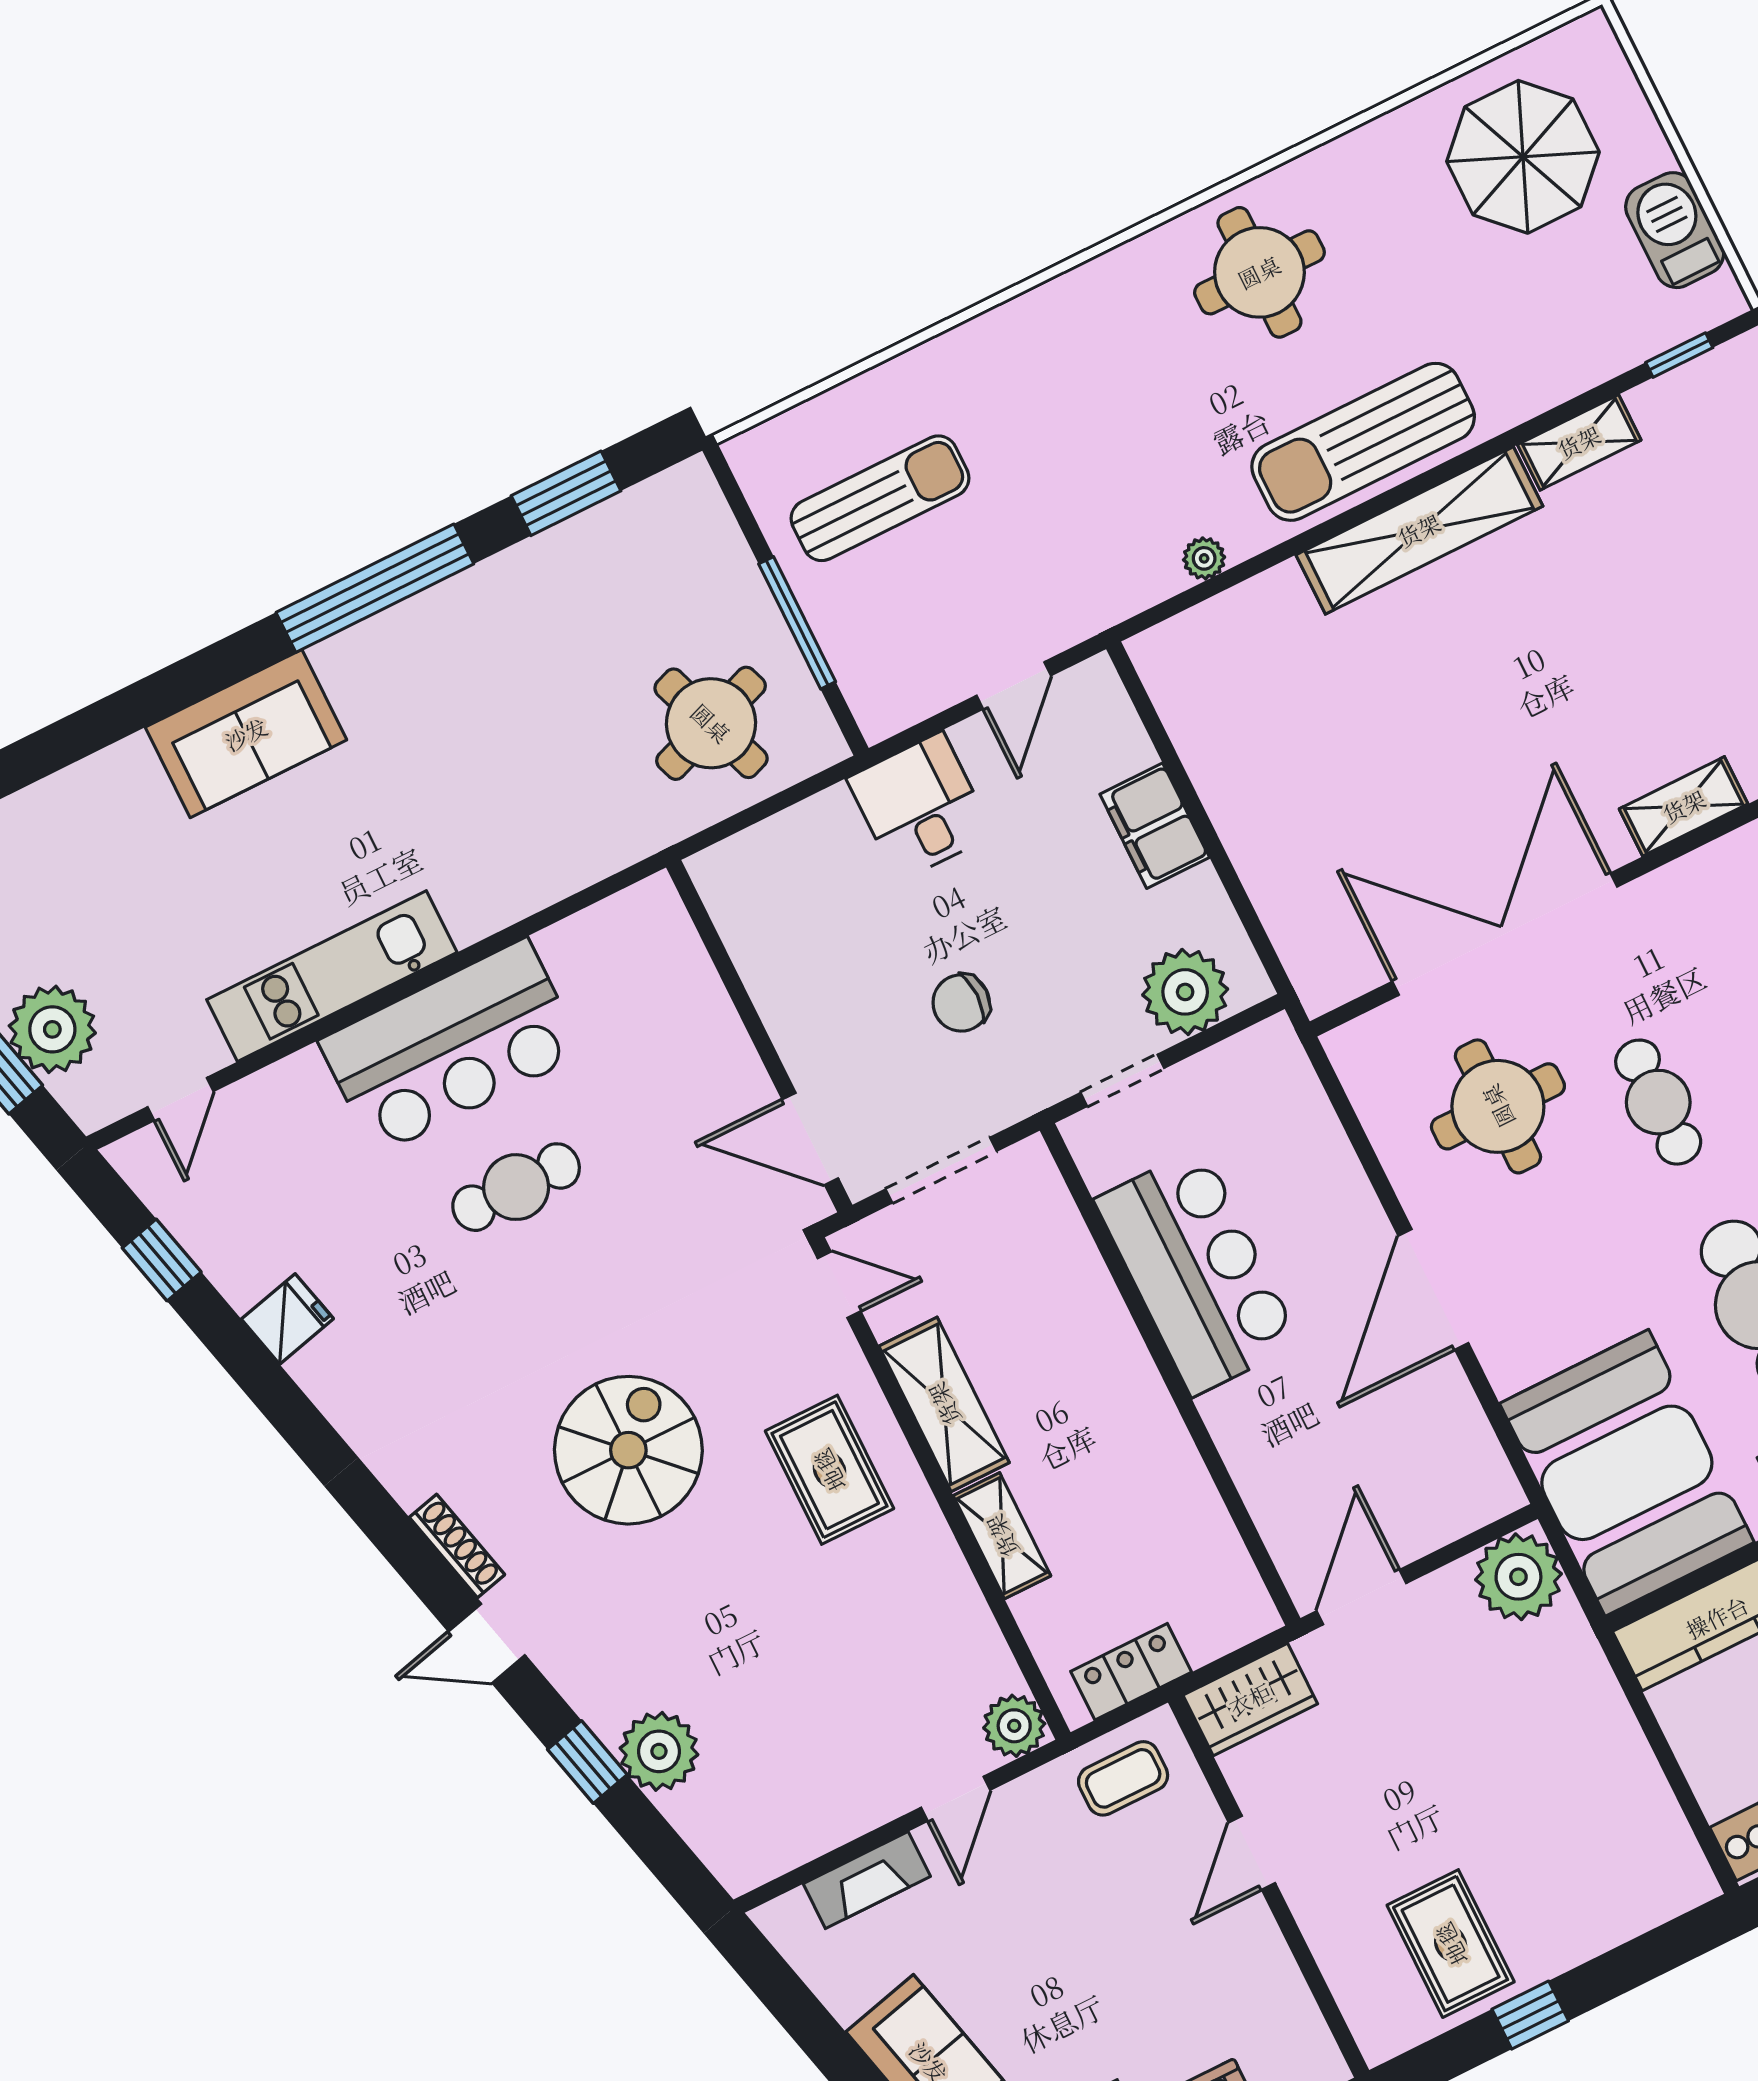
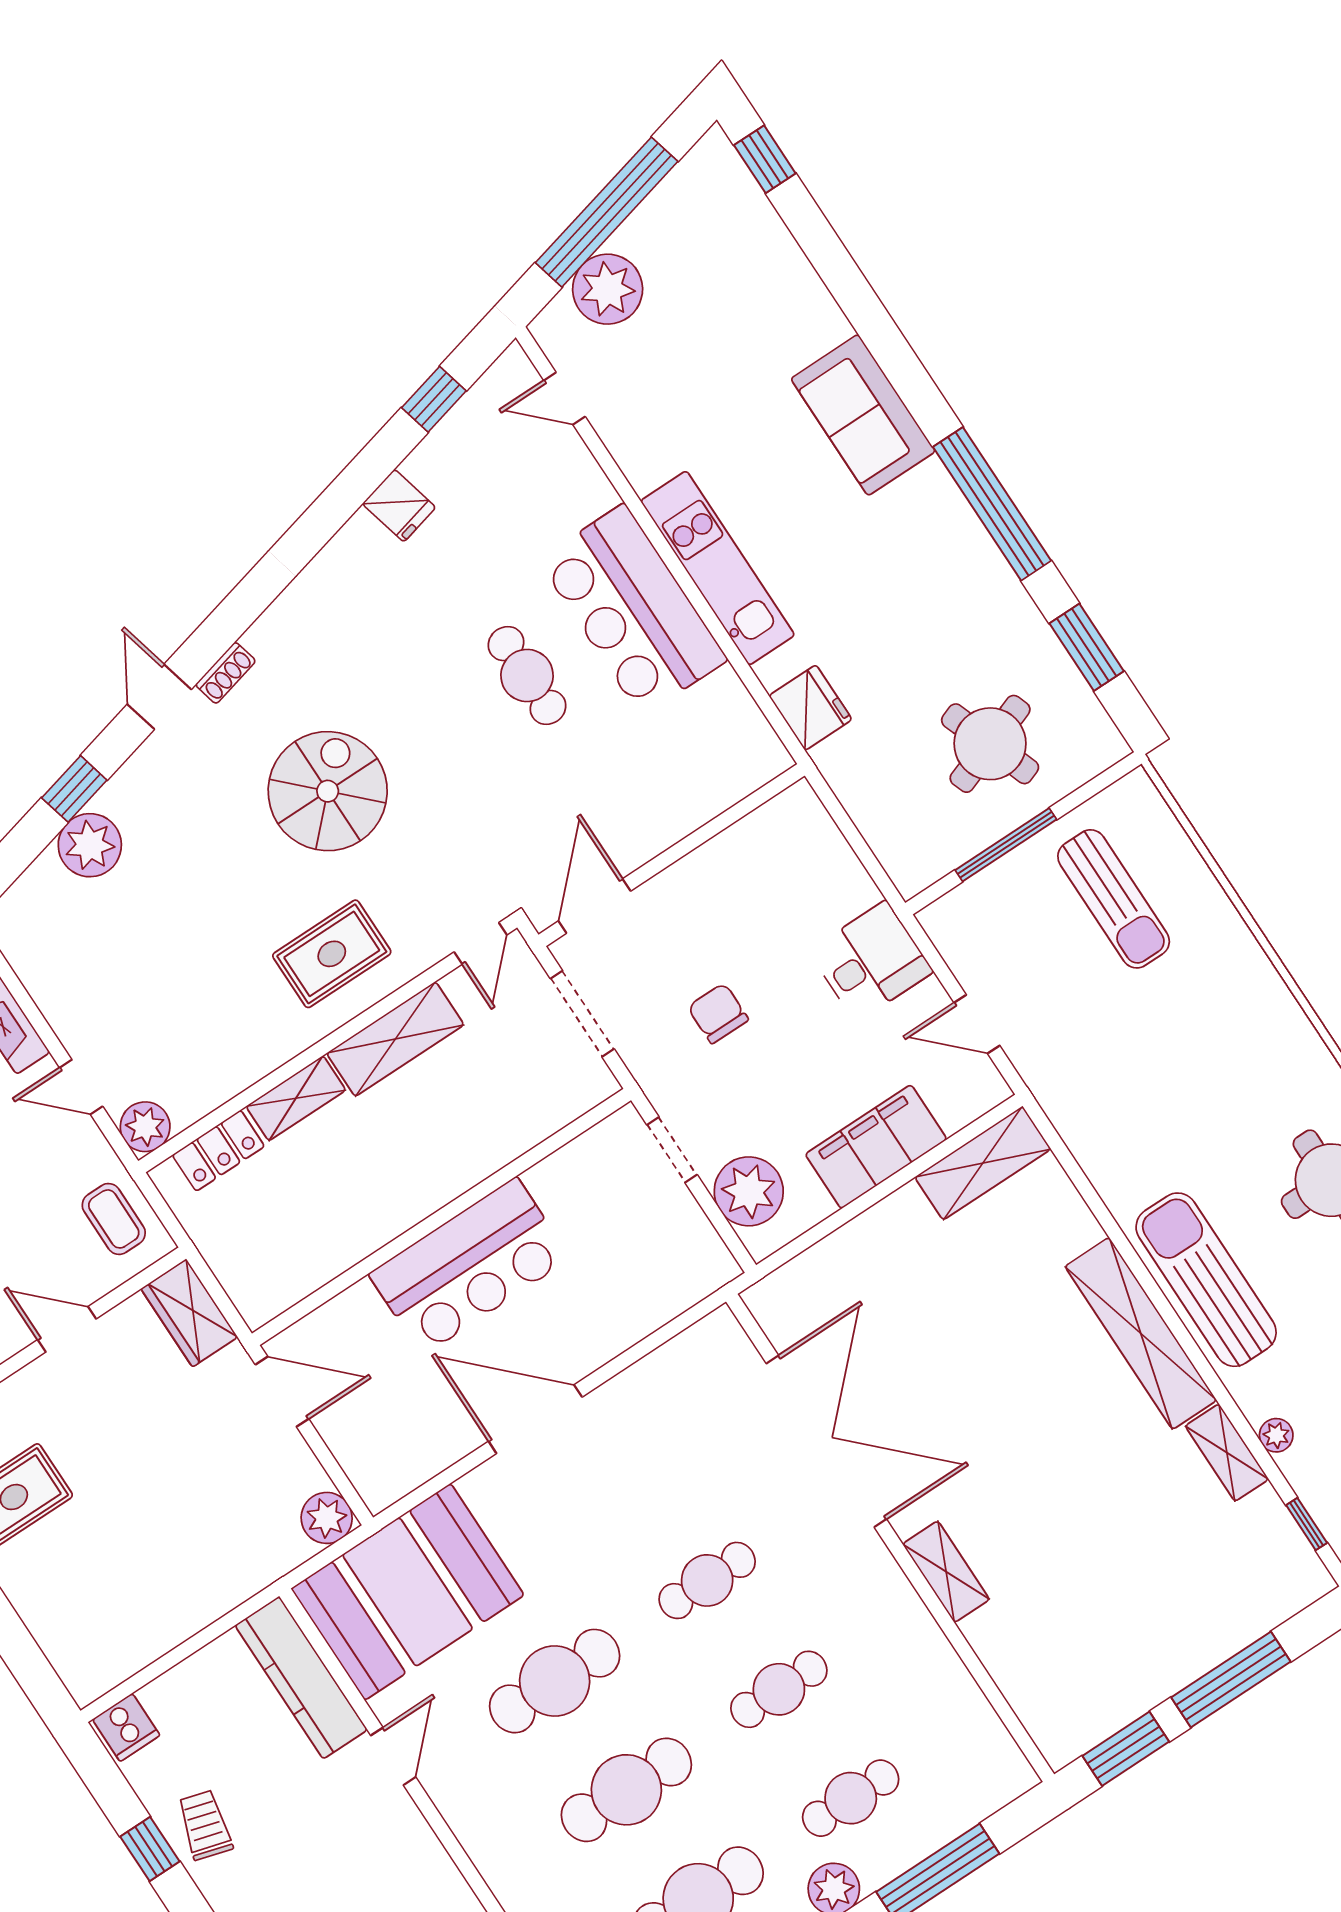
plant: (1204, 558) -> (1276, 1435), moved
shelving: (1186, 699) -> (983, 1163), added
round table: (711, 723) -> (990, 744), moved
filing cabinet: (1155, 826) -> (876, 1147), width x1.50, depth x1.17
fridge: (598, 843) -> (810, 708), added
kitchen unit: (332, 976) -> (718, 568), moved
round table: (1498, 1106) -> (688, 1453), removed
bar counter: (1197, 1271) -> (469, 1266), moved
spiral stairs: (628, 1450) -> (328, 791), turned -90
shoe rack: (457, 1546) -> (226, 673), width x0.70
plant: (1518, 1577) -> (327, 1518), width x0.73, depth x0.73
locker: (1131, 1672) -> (218, 1151), moved, turned 90

